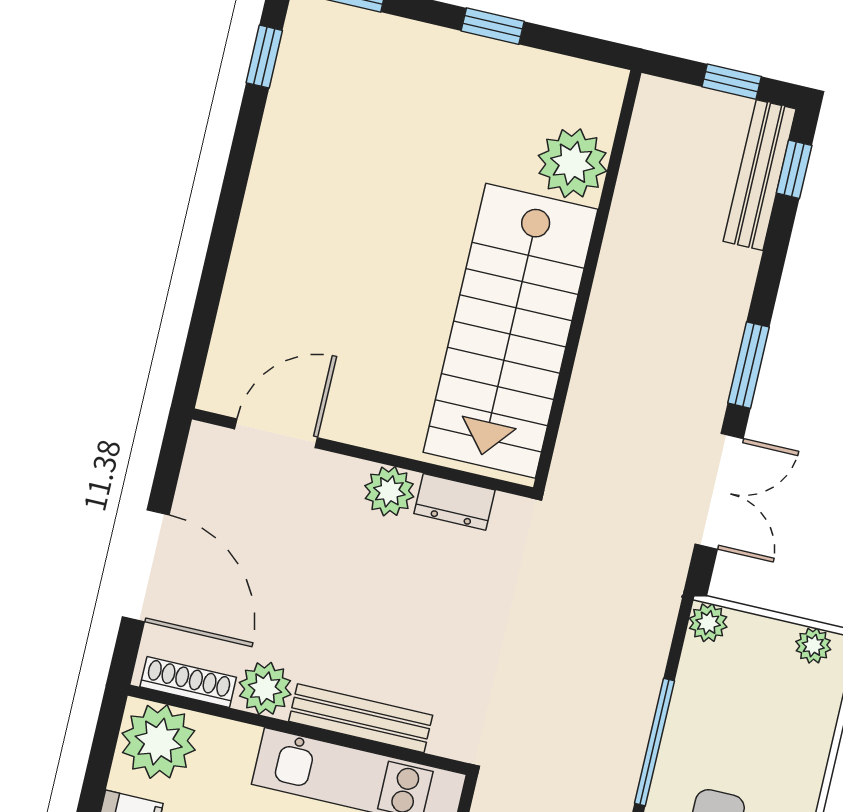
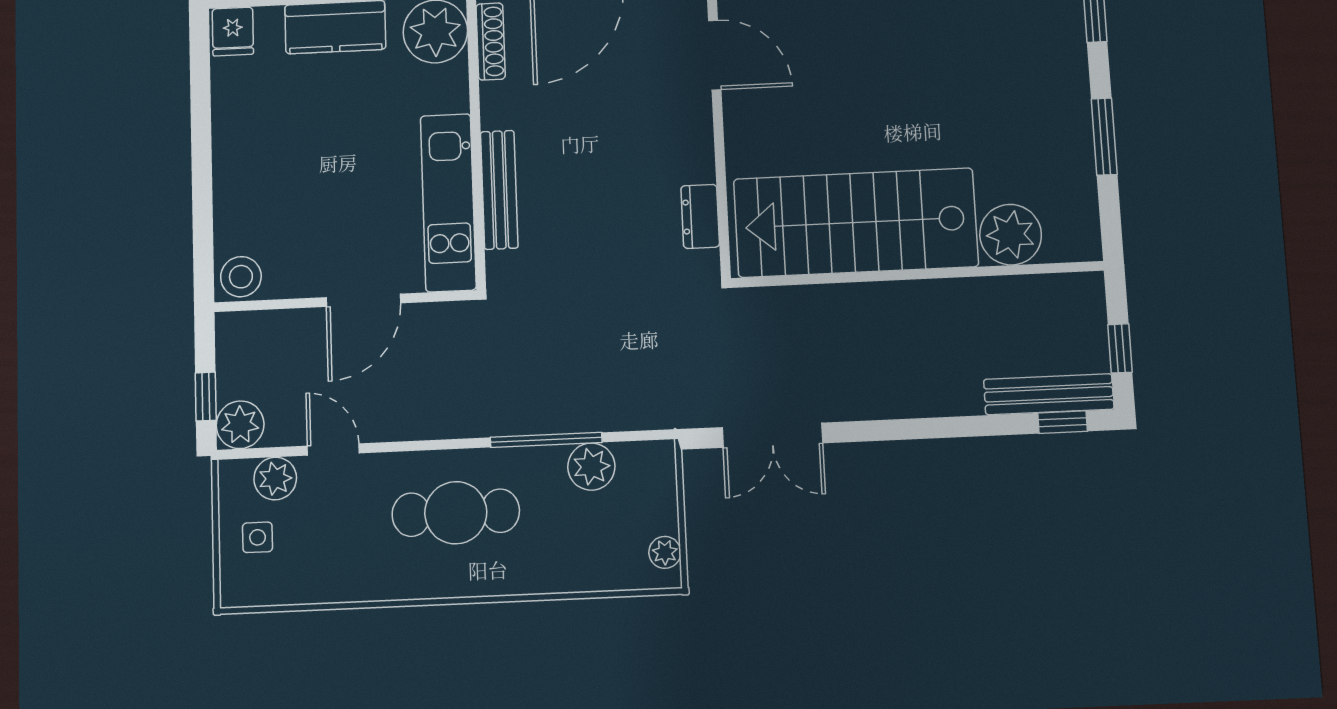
window: (493, 26) -> (1104, 137), width x1.50
window: (748, 365) -> (886, 430), removed
plant: (389, 491) -> (694, 160), removed
plant: (708, 623) -> (591, 467), moved, width x1.38, depth x1.38
plant: (265, 688) -> (502, 105), removed

